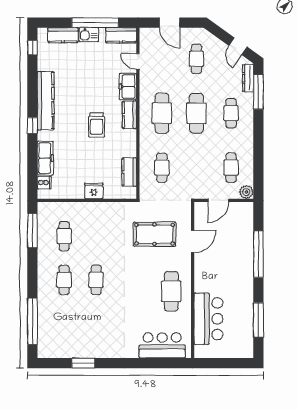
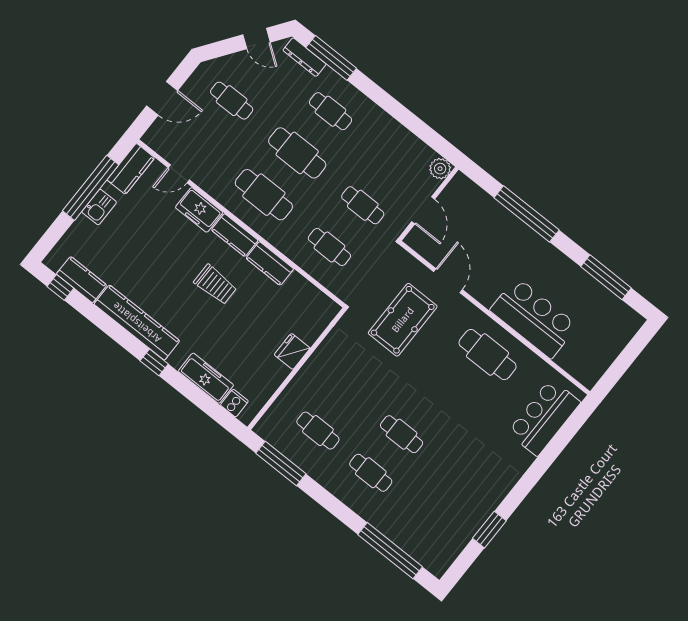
kitchen counter: (63, 35) -> (82, 280), moved, turned -90
cafe table: (231, 168) -> (363, 205), moved
kitchen counter: (129, 172) -> (270, 263), moved
bar counter: (209, 319) -> (534, 318), moved

